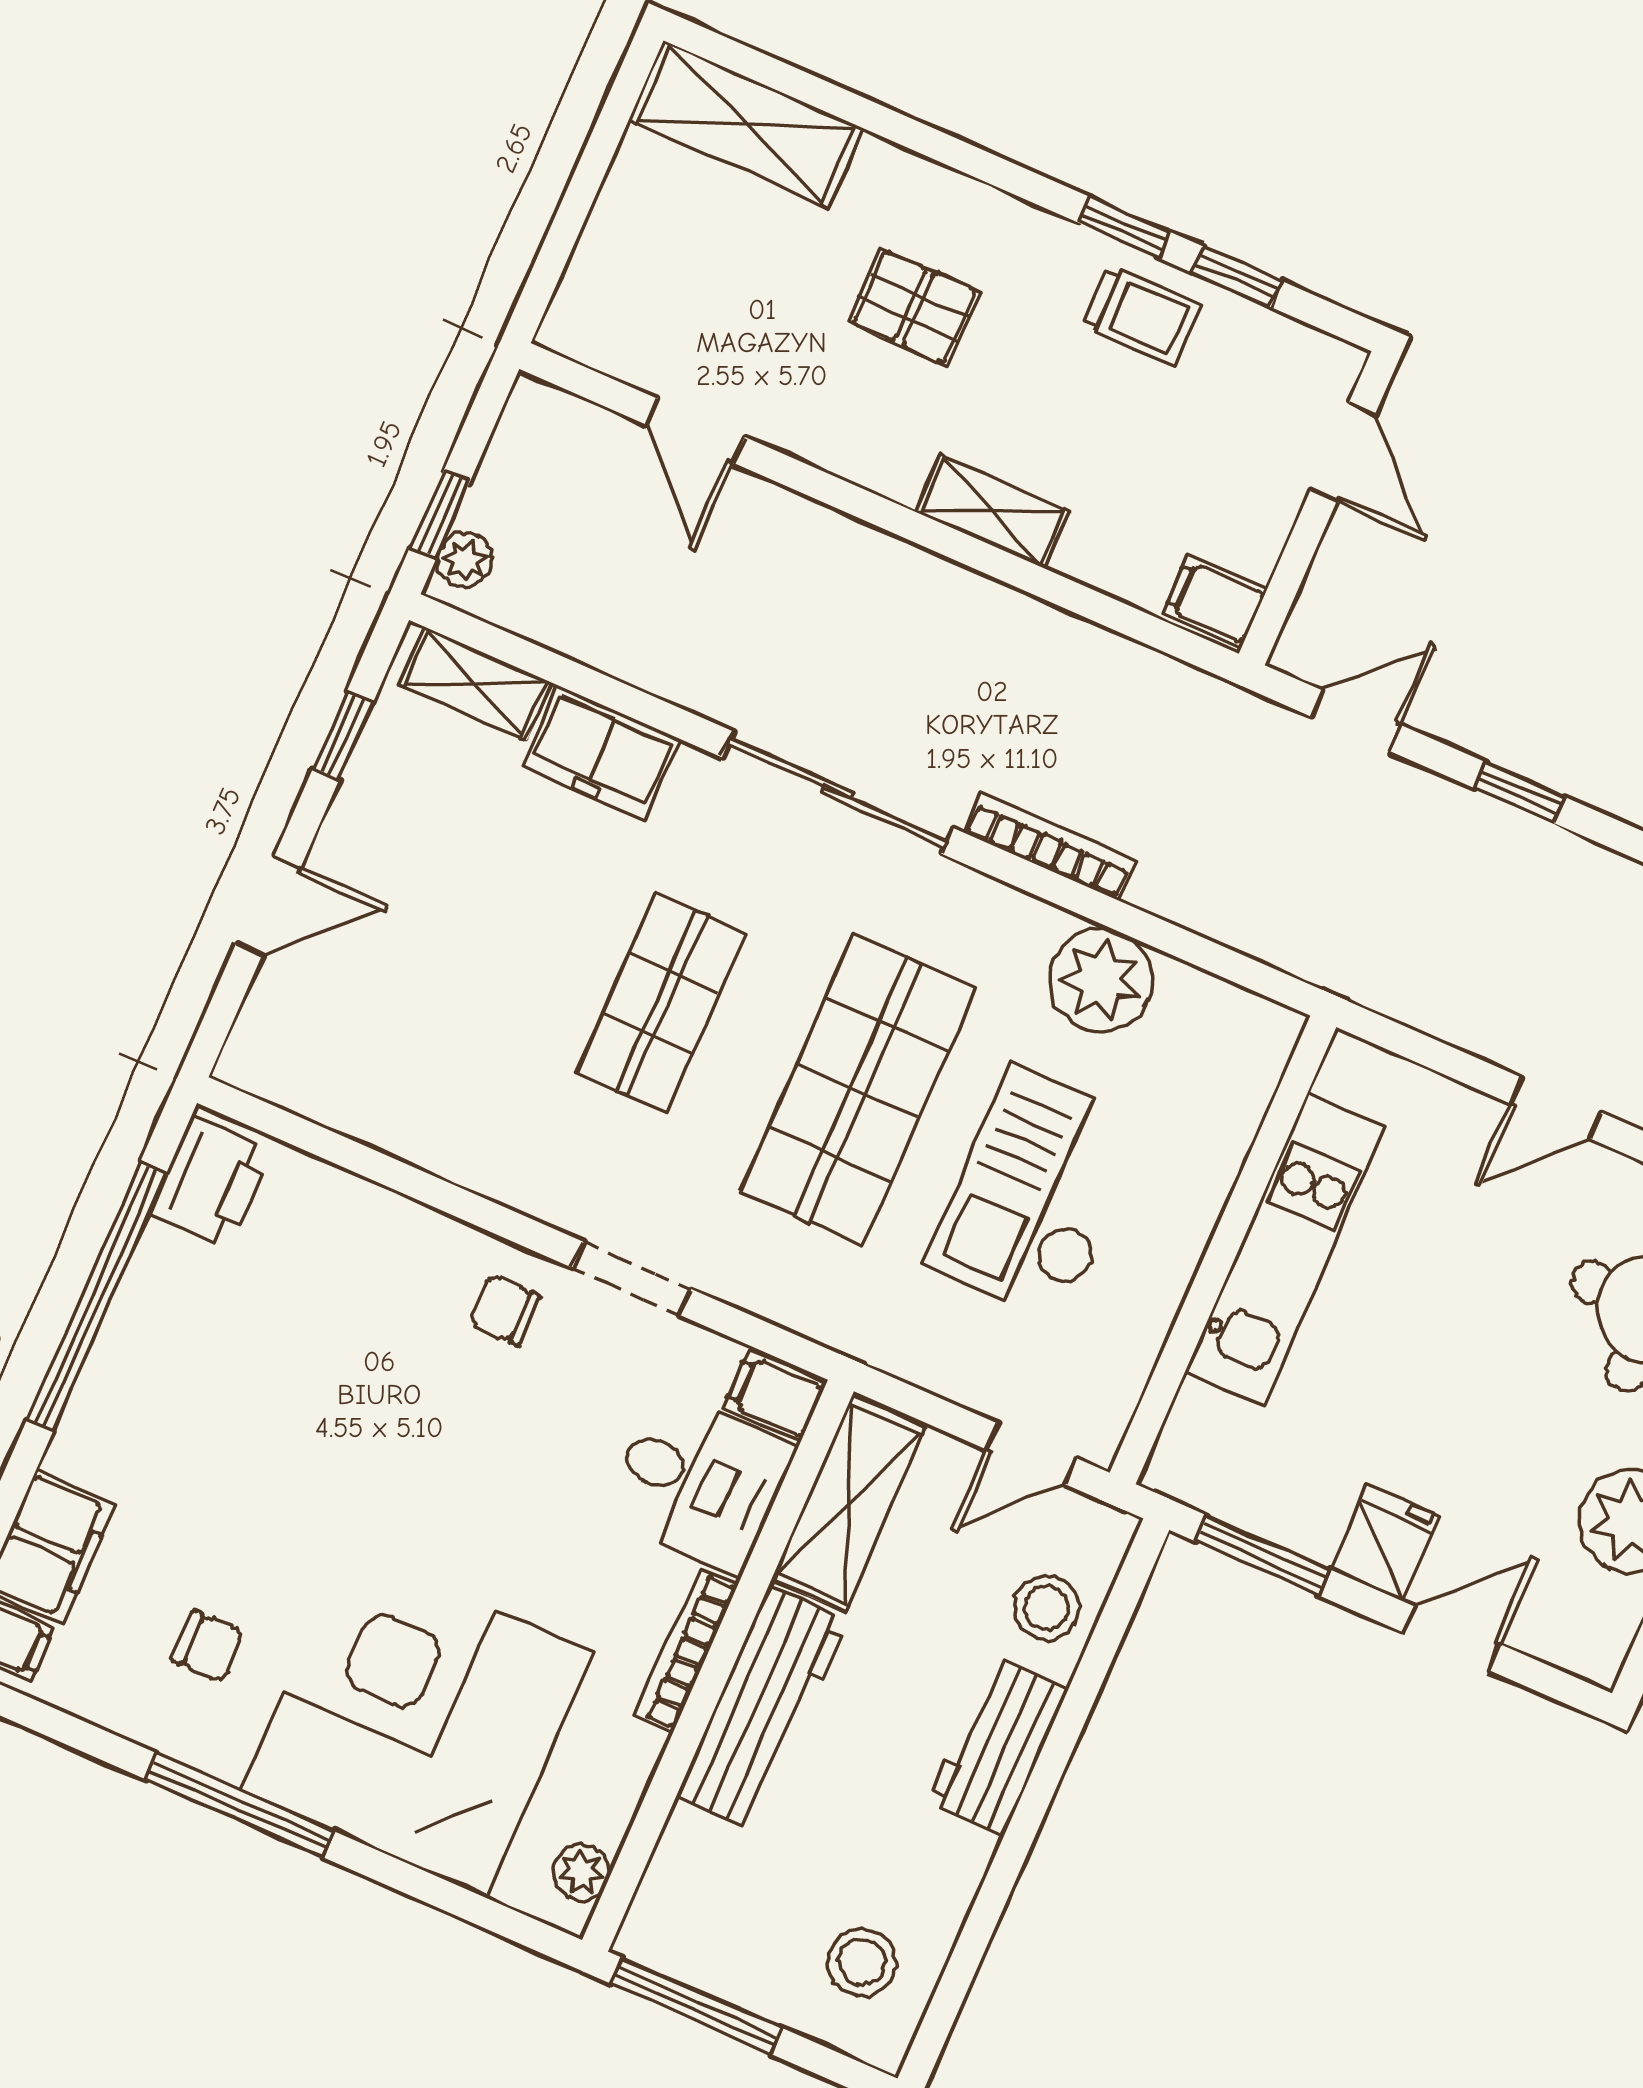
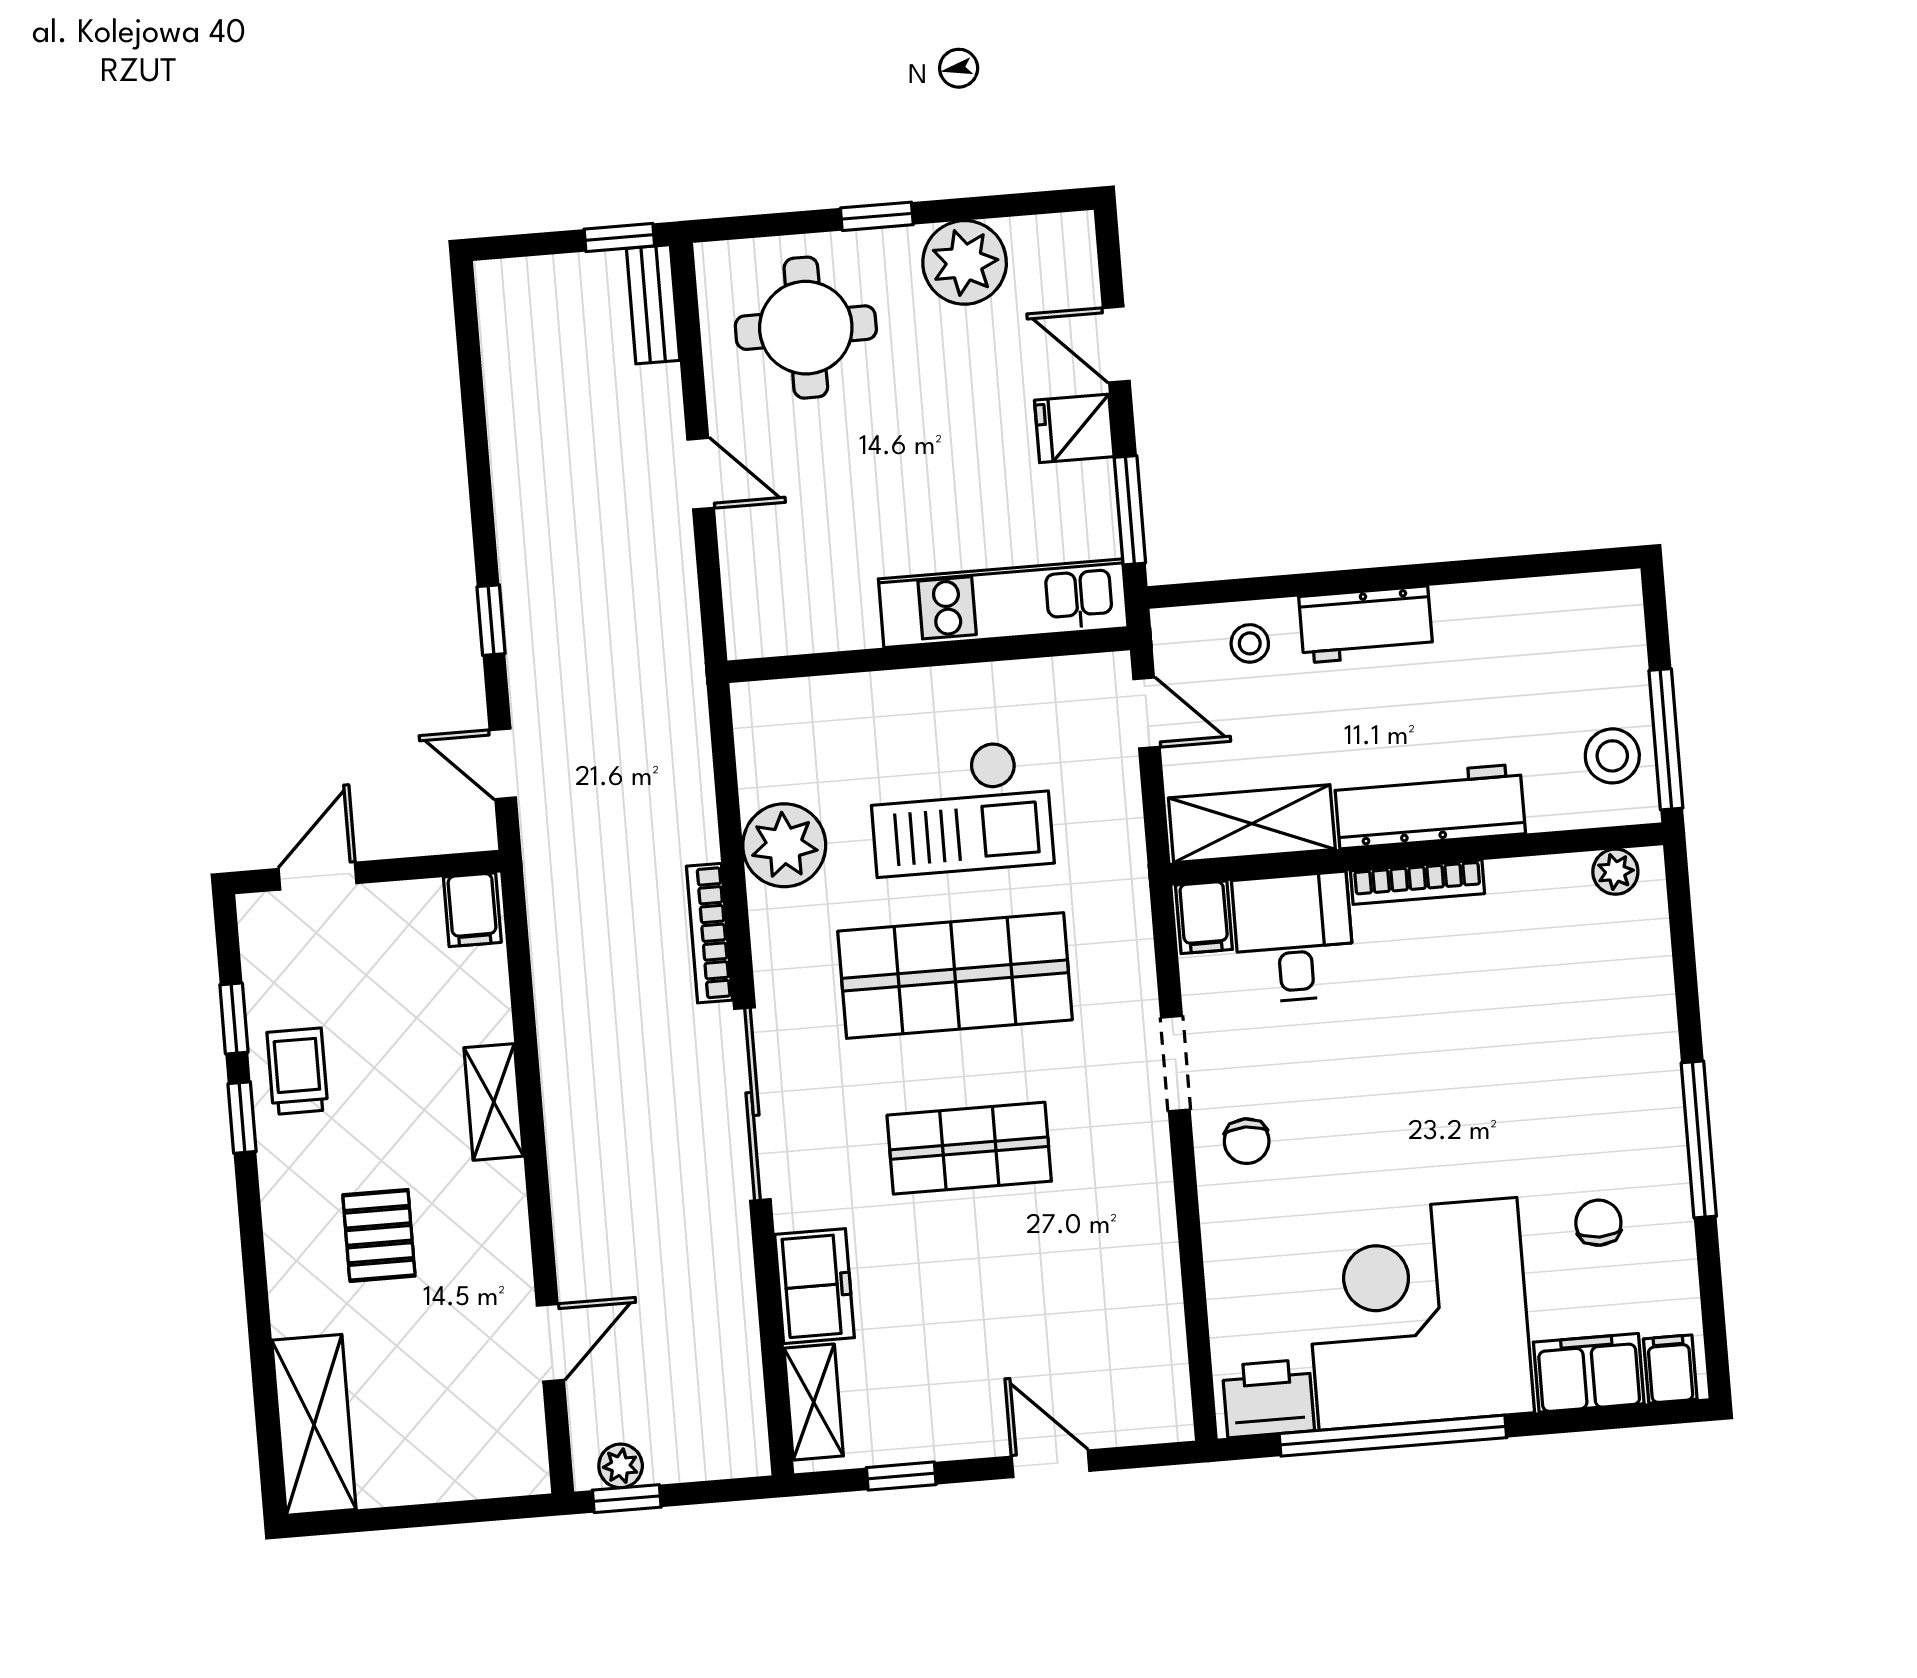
window: (440, 515) -> (627, 1499), moved
plant: (465, 560) -> (621, 1466), moved
kitchen unit: (1285, 1250) -> (1003, 603), moved
stool: (1046, 1608) -> (1250, 643), width x0.73, depth x0.73
corner desk: (417, 1721) -> (1418, 1314), moved, turned 90
stool: (862, 1962) -> (1612, 756), moved

